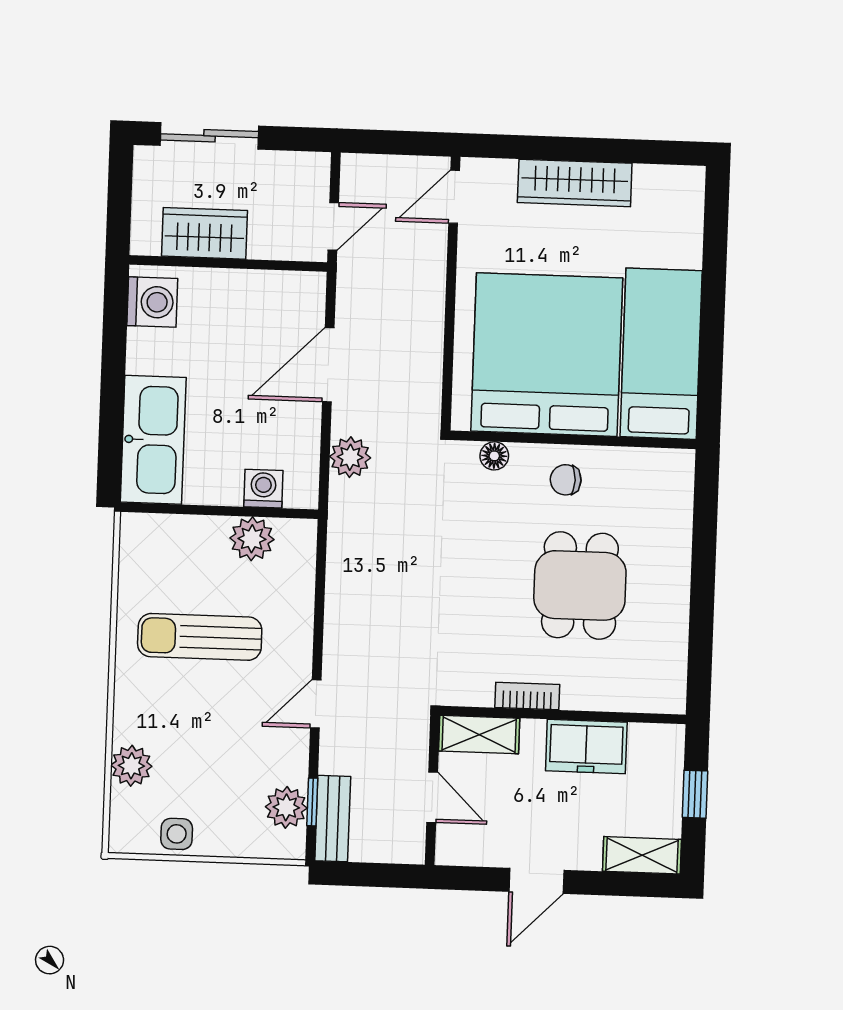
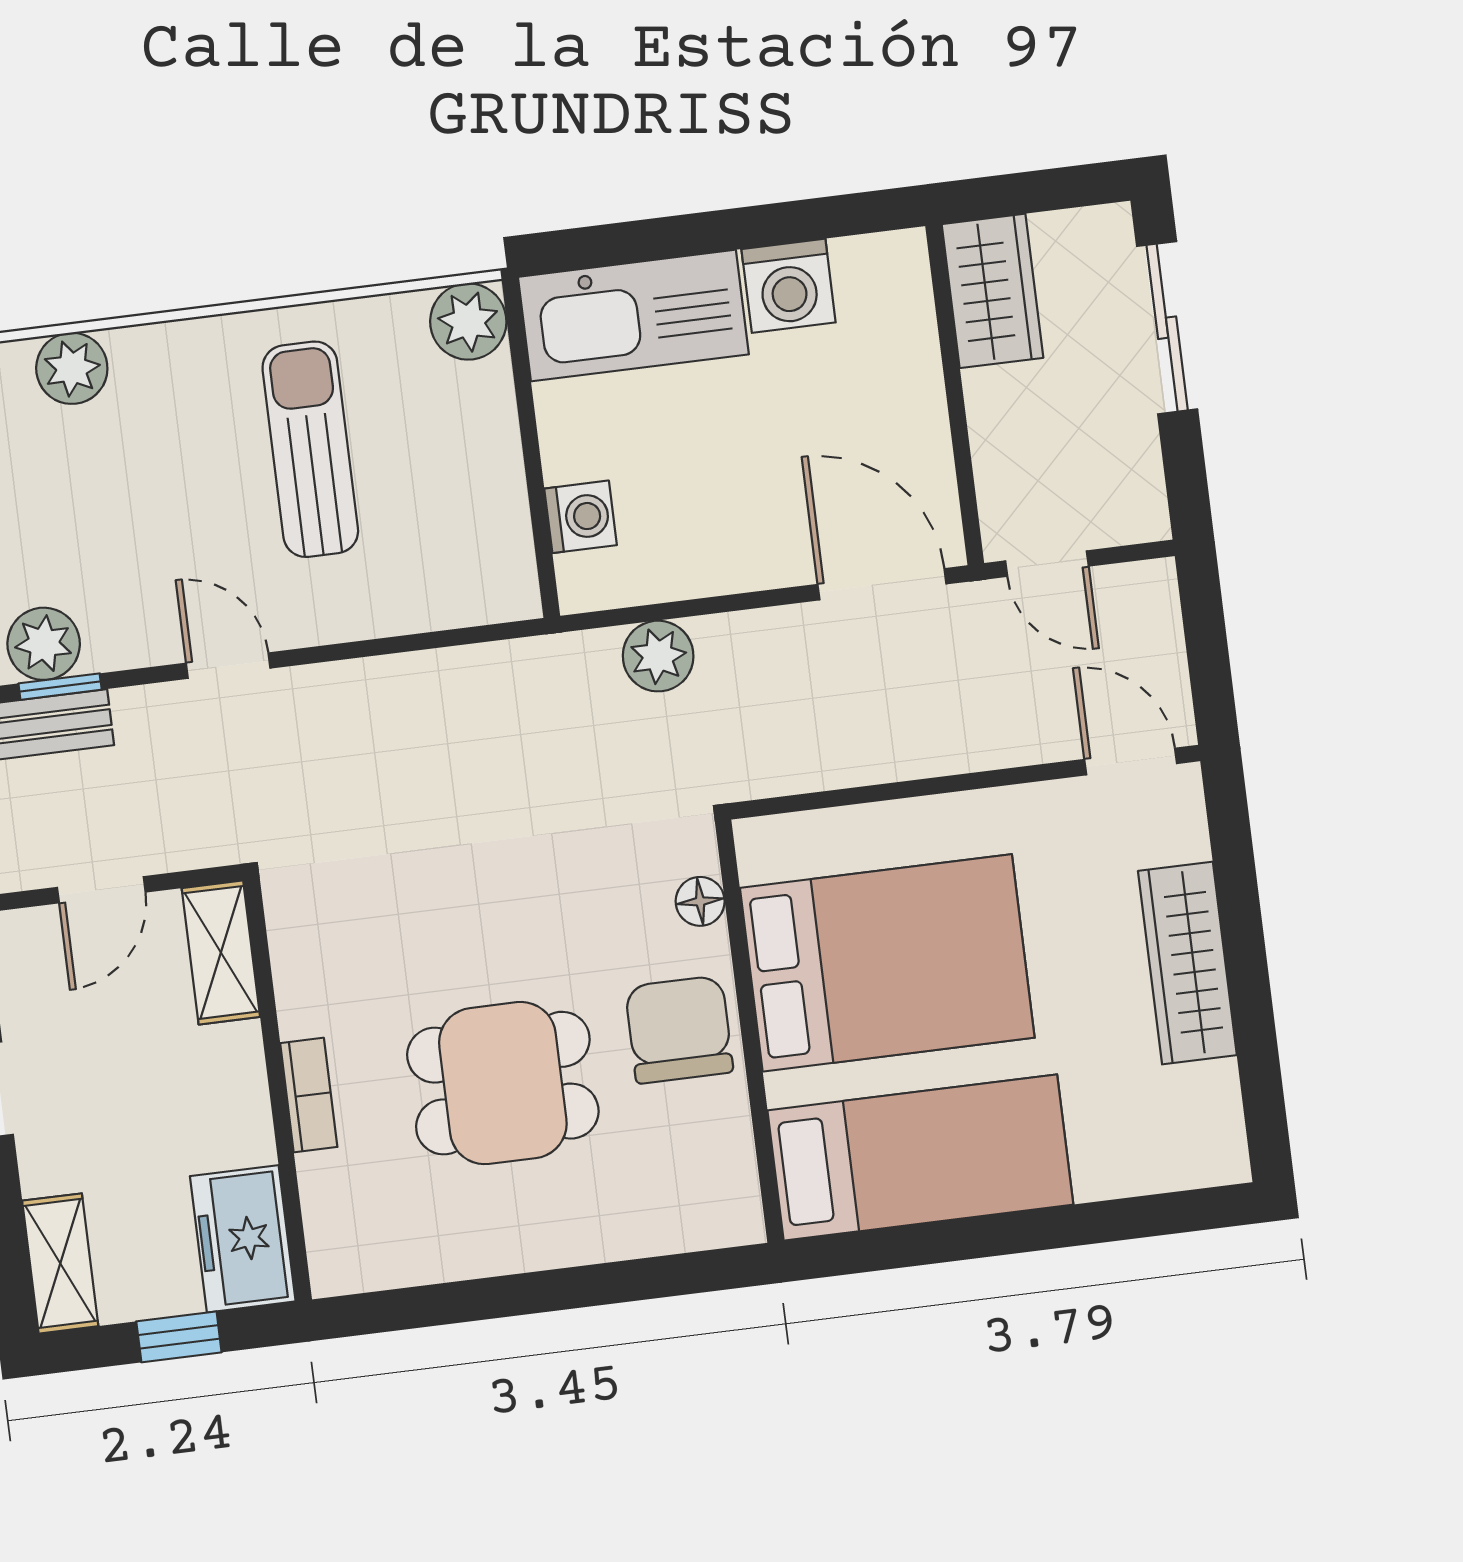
wardrobe: (204, 233) -> (993, 291), moved
washing machine: (152, 302) -> (789, 286), moved
bed: (547, 355) -> (887, 963), width x0.73
door: (328, 365) -> (882, 584), moved
chair: (566, 480) -> (679, 1030), width x1.87, depth x1.87
plant: (252, 539) -> (468, 322), moved
bookcase: (527, 696) -> (309, 1095), moved
freezer: (586, 746) -> (243, 1239), moved

